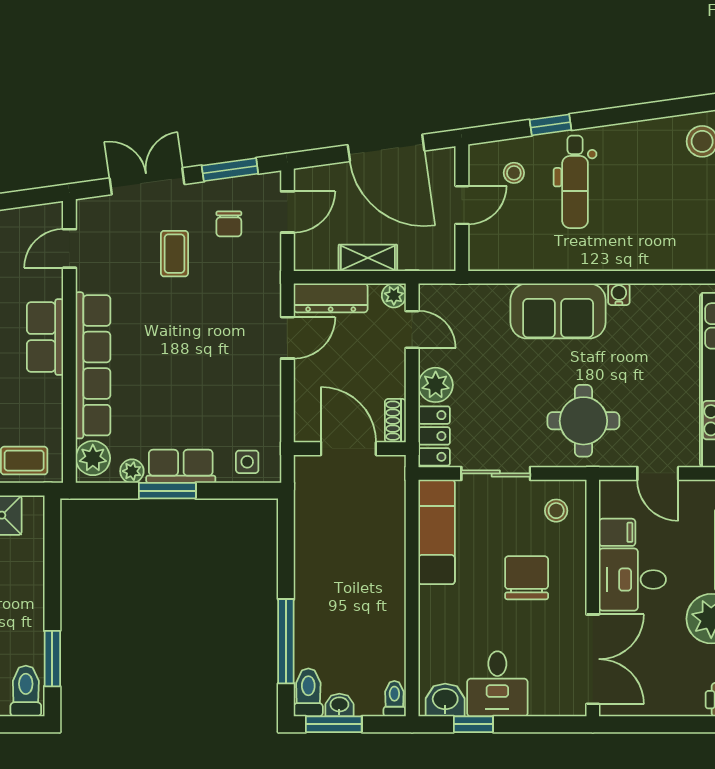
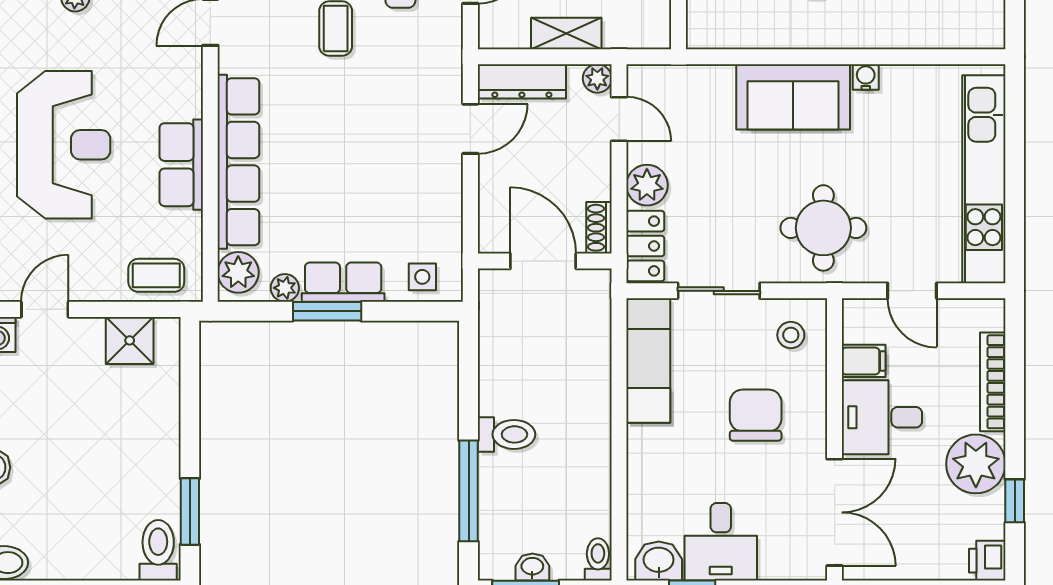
row of seats: (45, 337) -> (181, 165), moved
toilet: (308, 692) -> (506, 434), moved, turned 90

